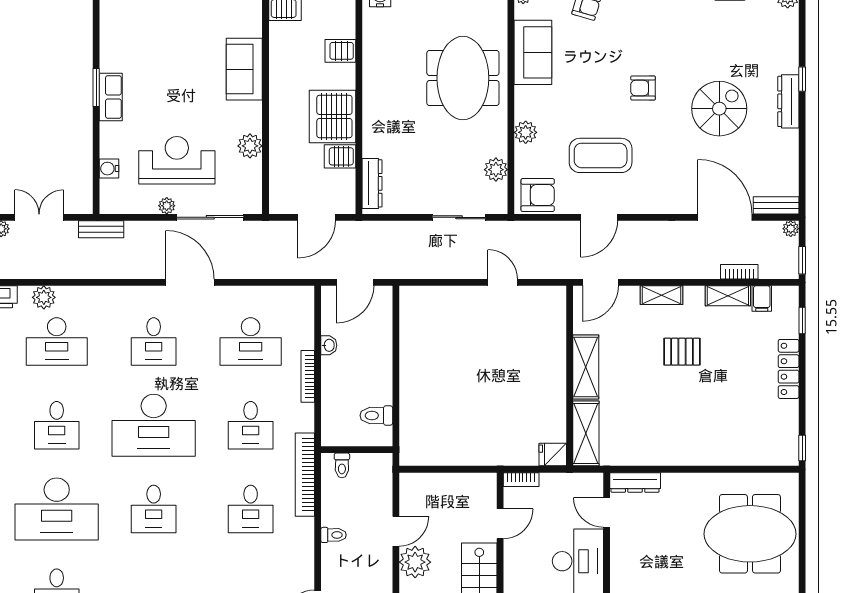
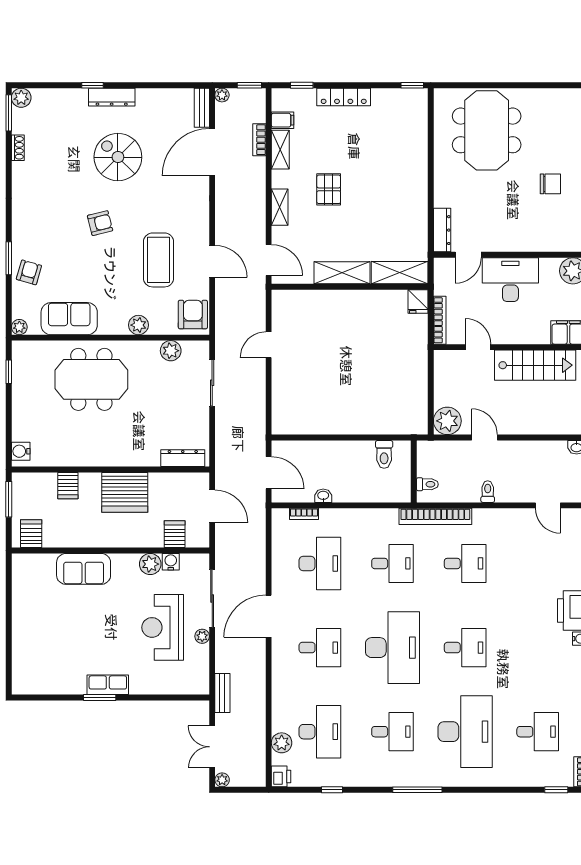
armchair: (643, 88) -> (100, 223), turned -104
server rack: (340, 156) -> (175, 534), moved, turned 180
water cooler: (109, 169) -> (171, 562), moved, turned 180
bookcase: (308, 376) -> (304, 514), moved, width x0.64
bookcase: (521, 480) -> (440, 320), width x1.56
plant: (415, 562) -> (447, 421), moved

